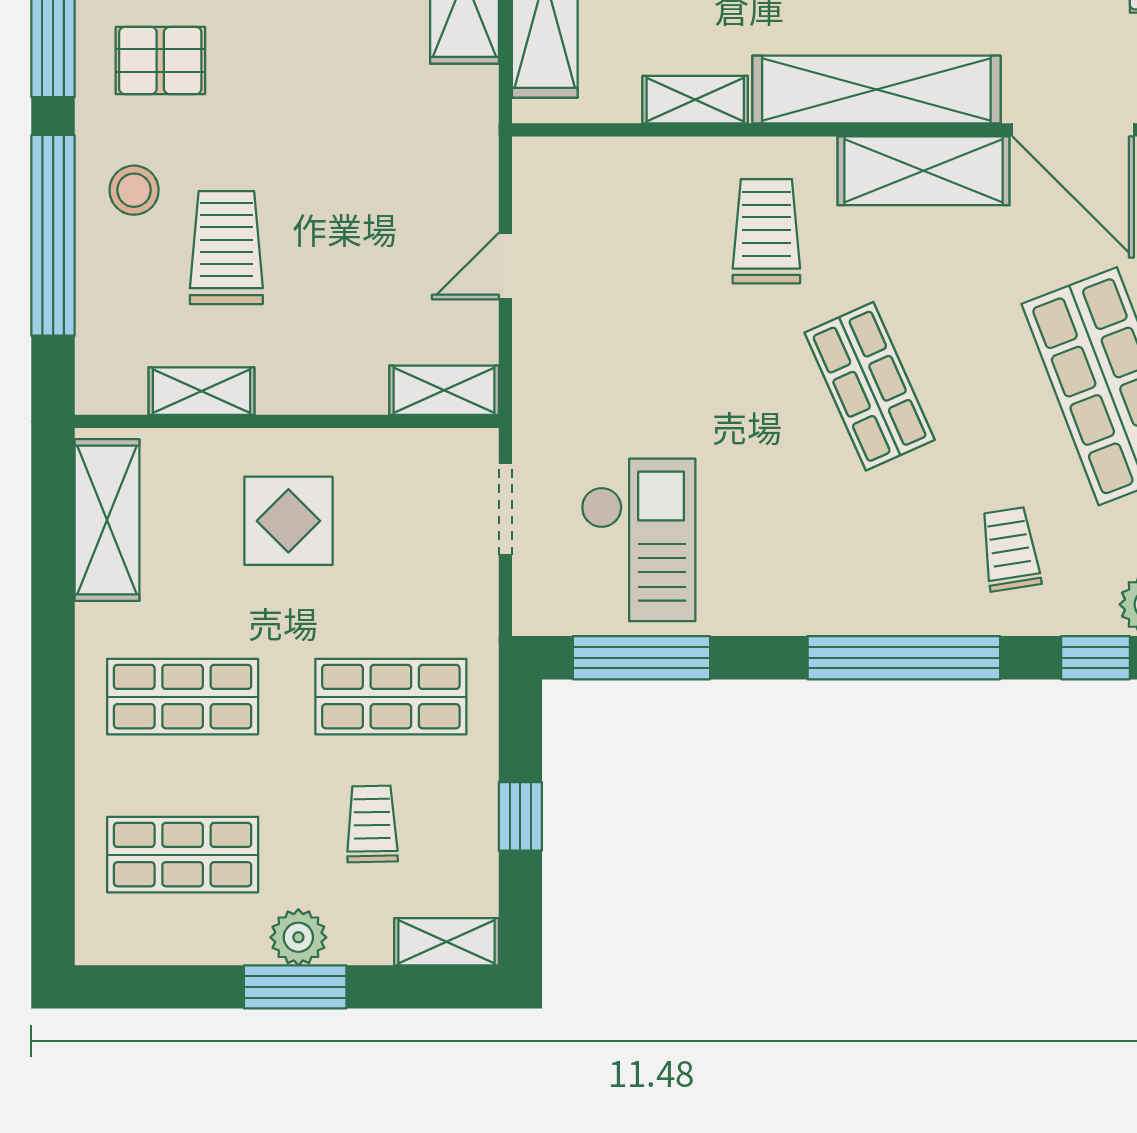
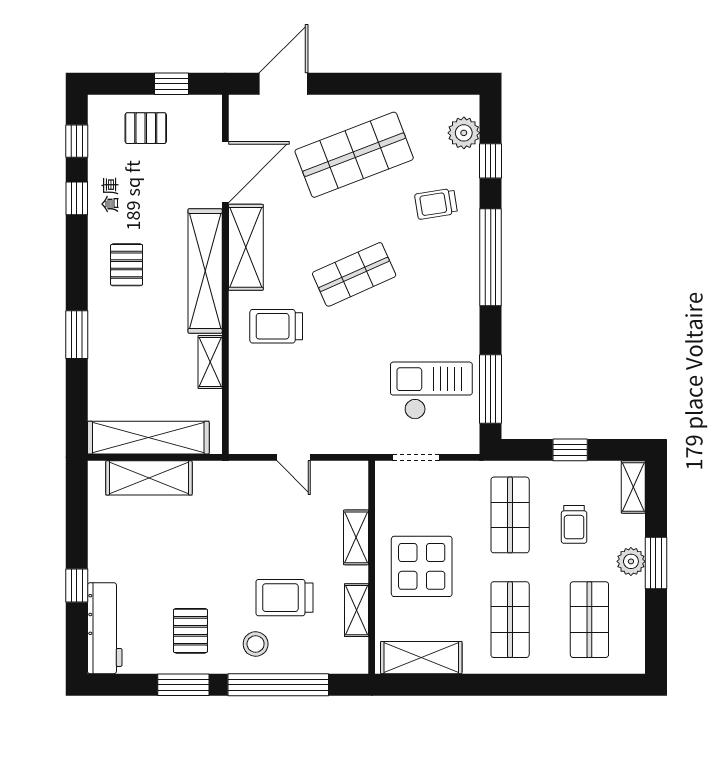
shelving: (444, 390) -> (356, 537), moved
display table: (288, 521) -> (422, 566), width x1.36, depth x1.36
trolley: (372, 824) -> (574, 524), turned -89

